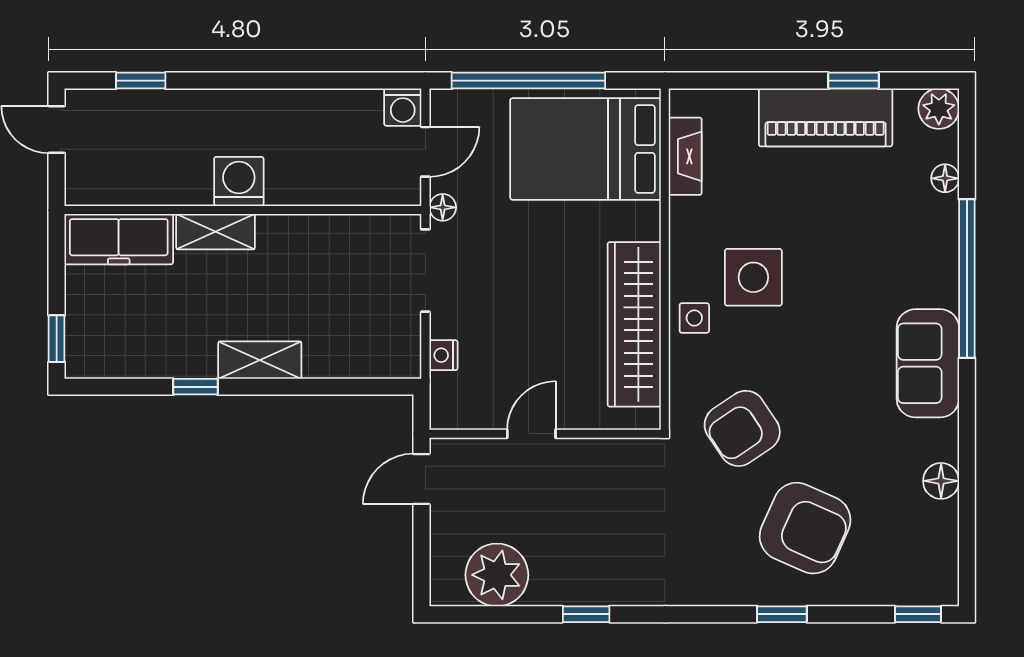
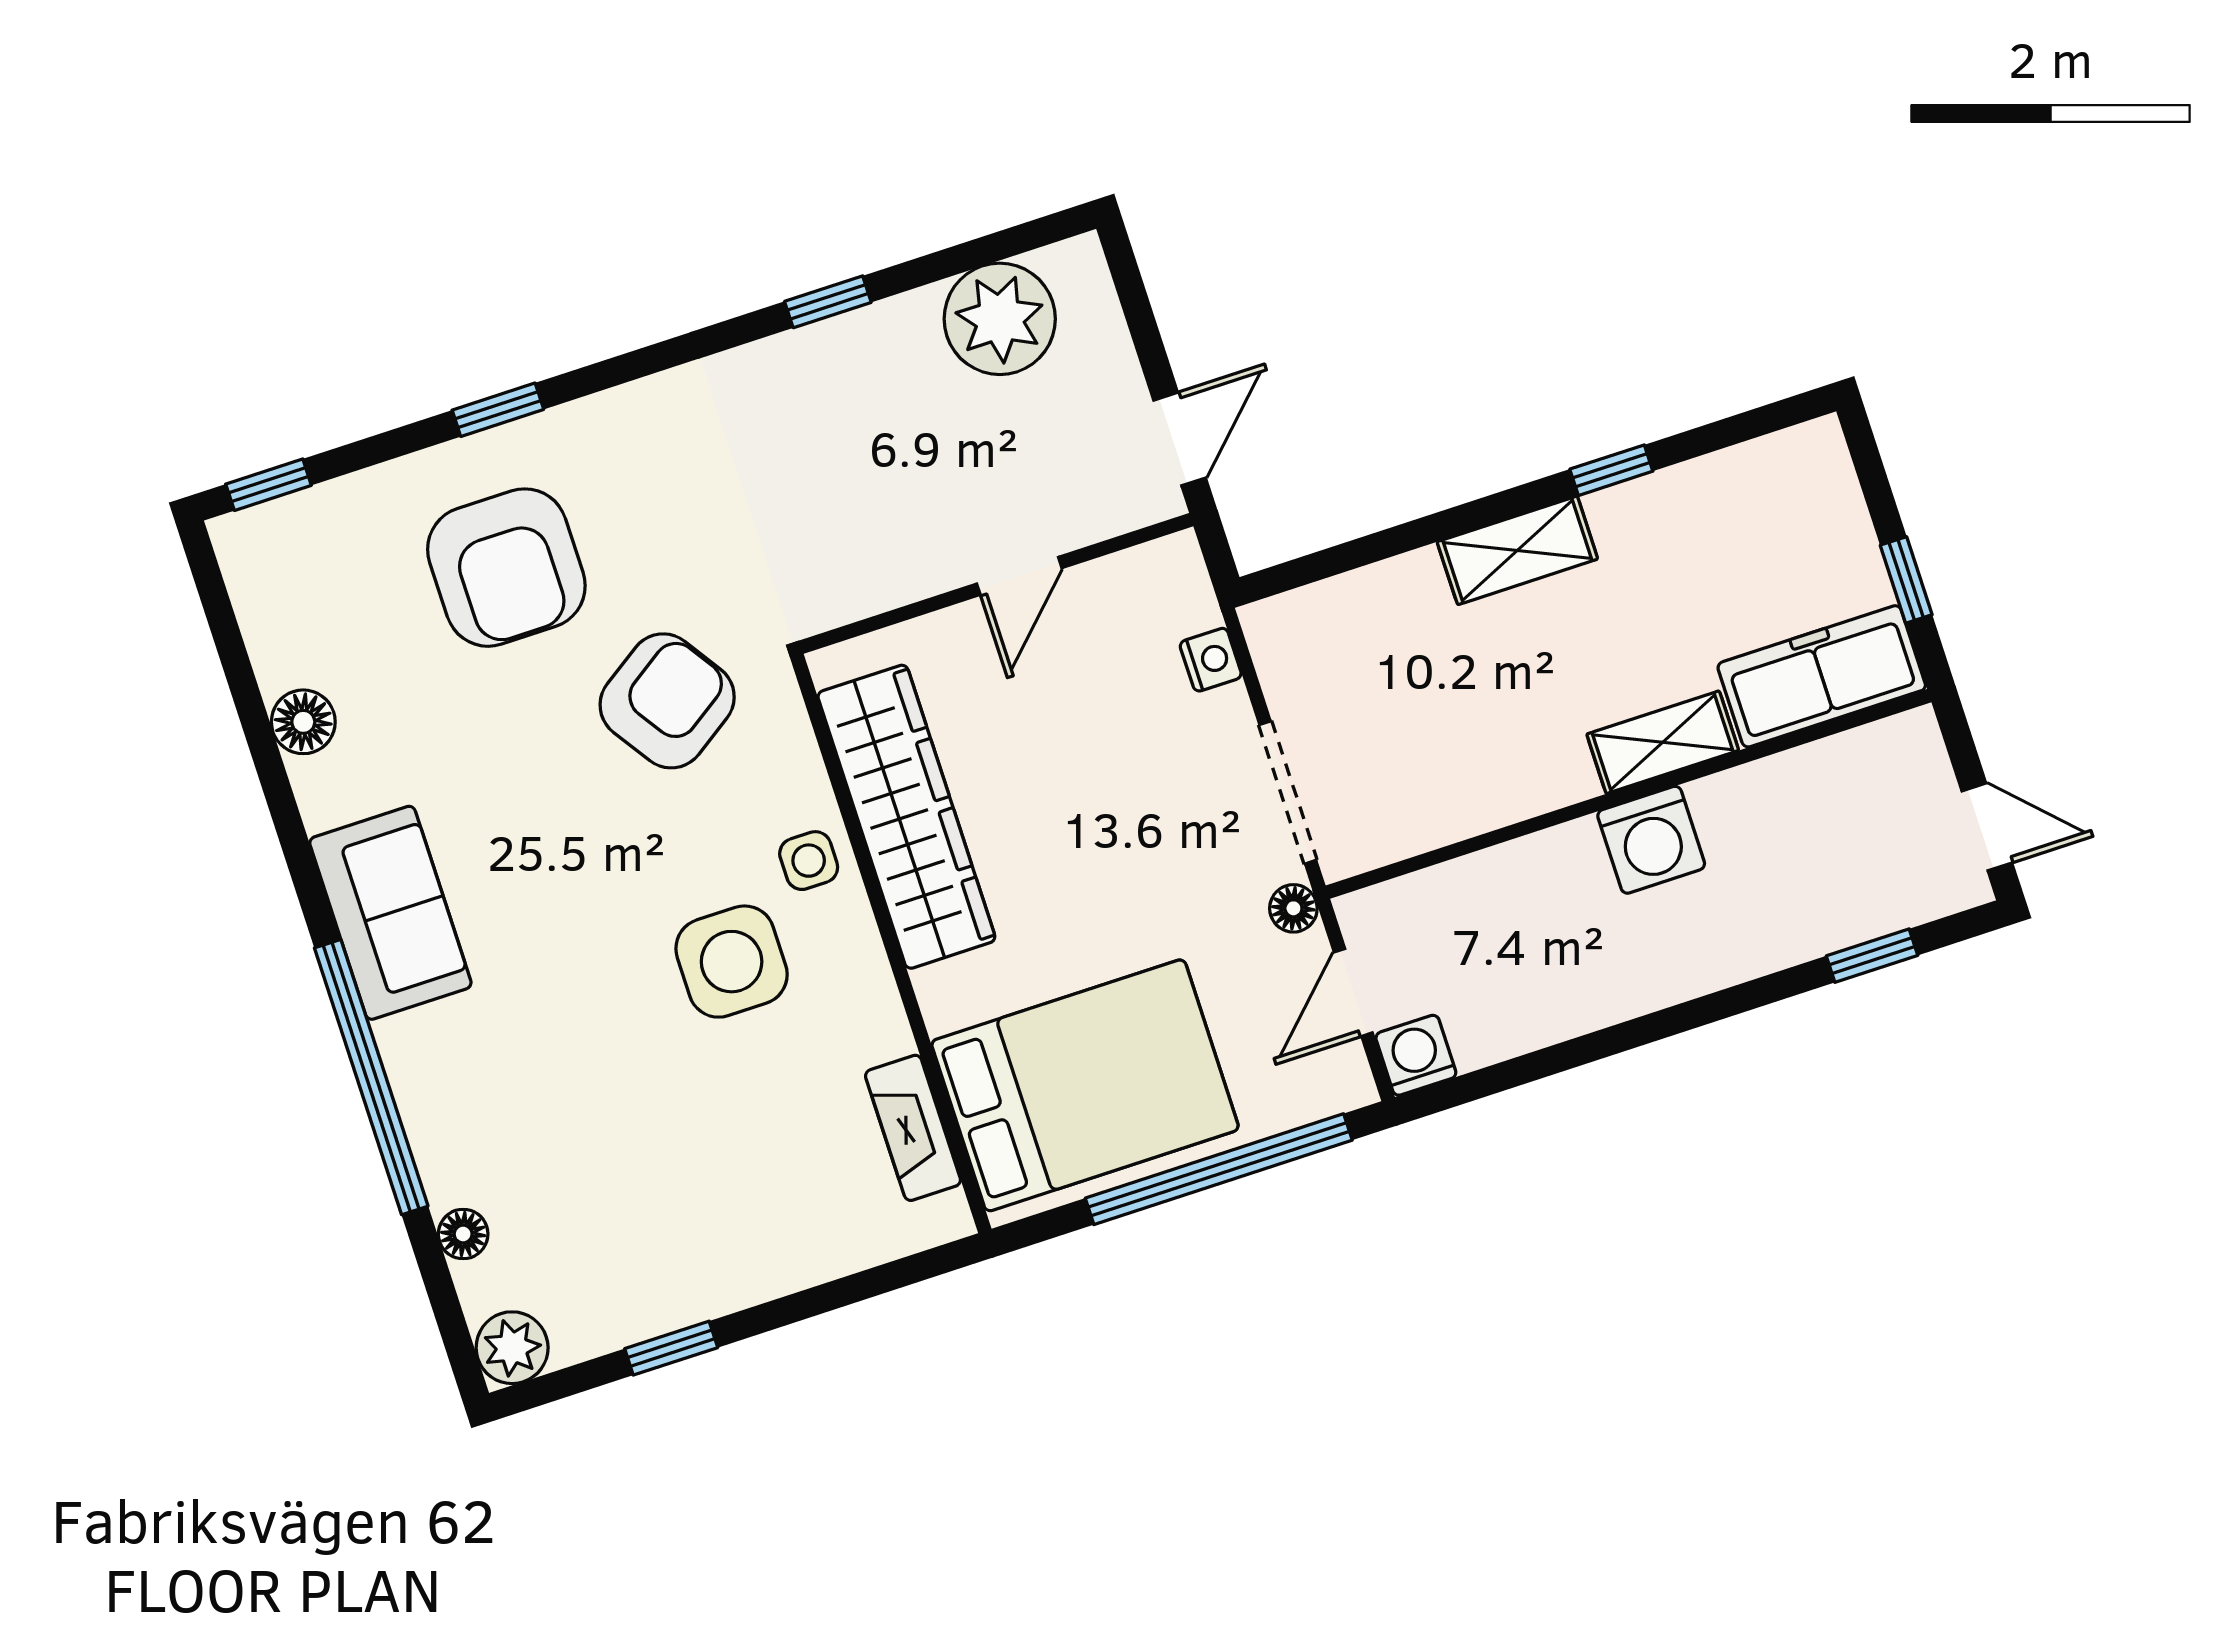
piano: (826, 117) -> (698, 1271), removed
window: (57, 339) -> (1906, 580), moved
armchair: (805, 528) -> (506, 568), turned -114

